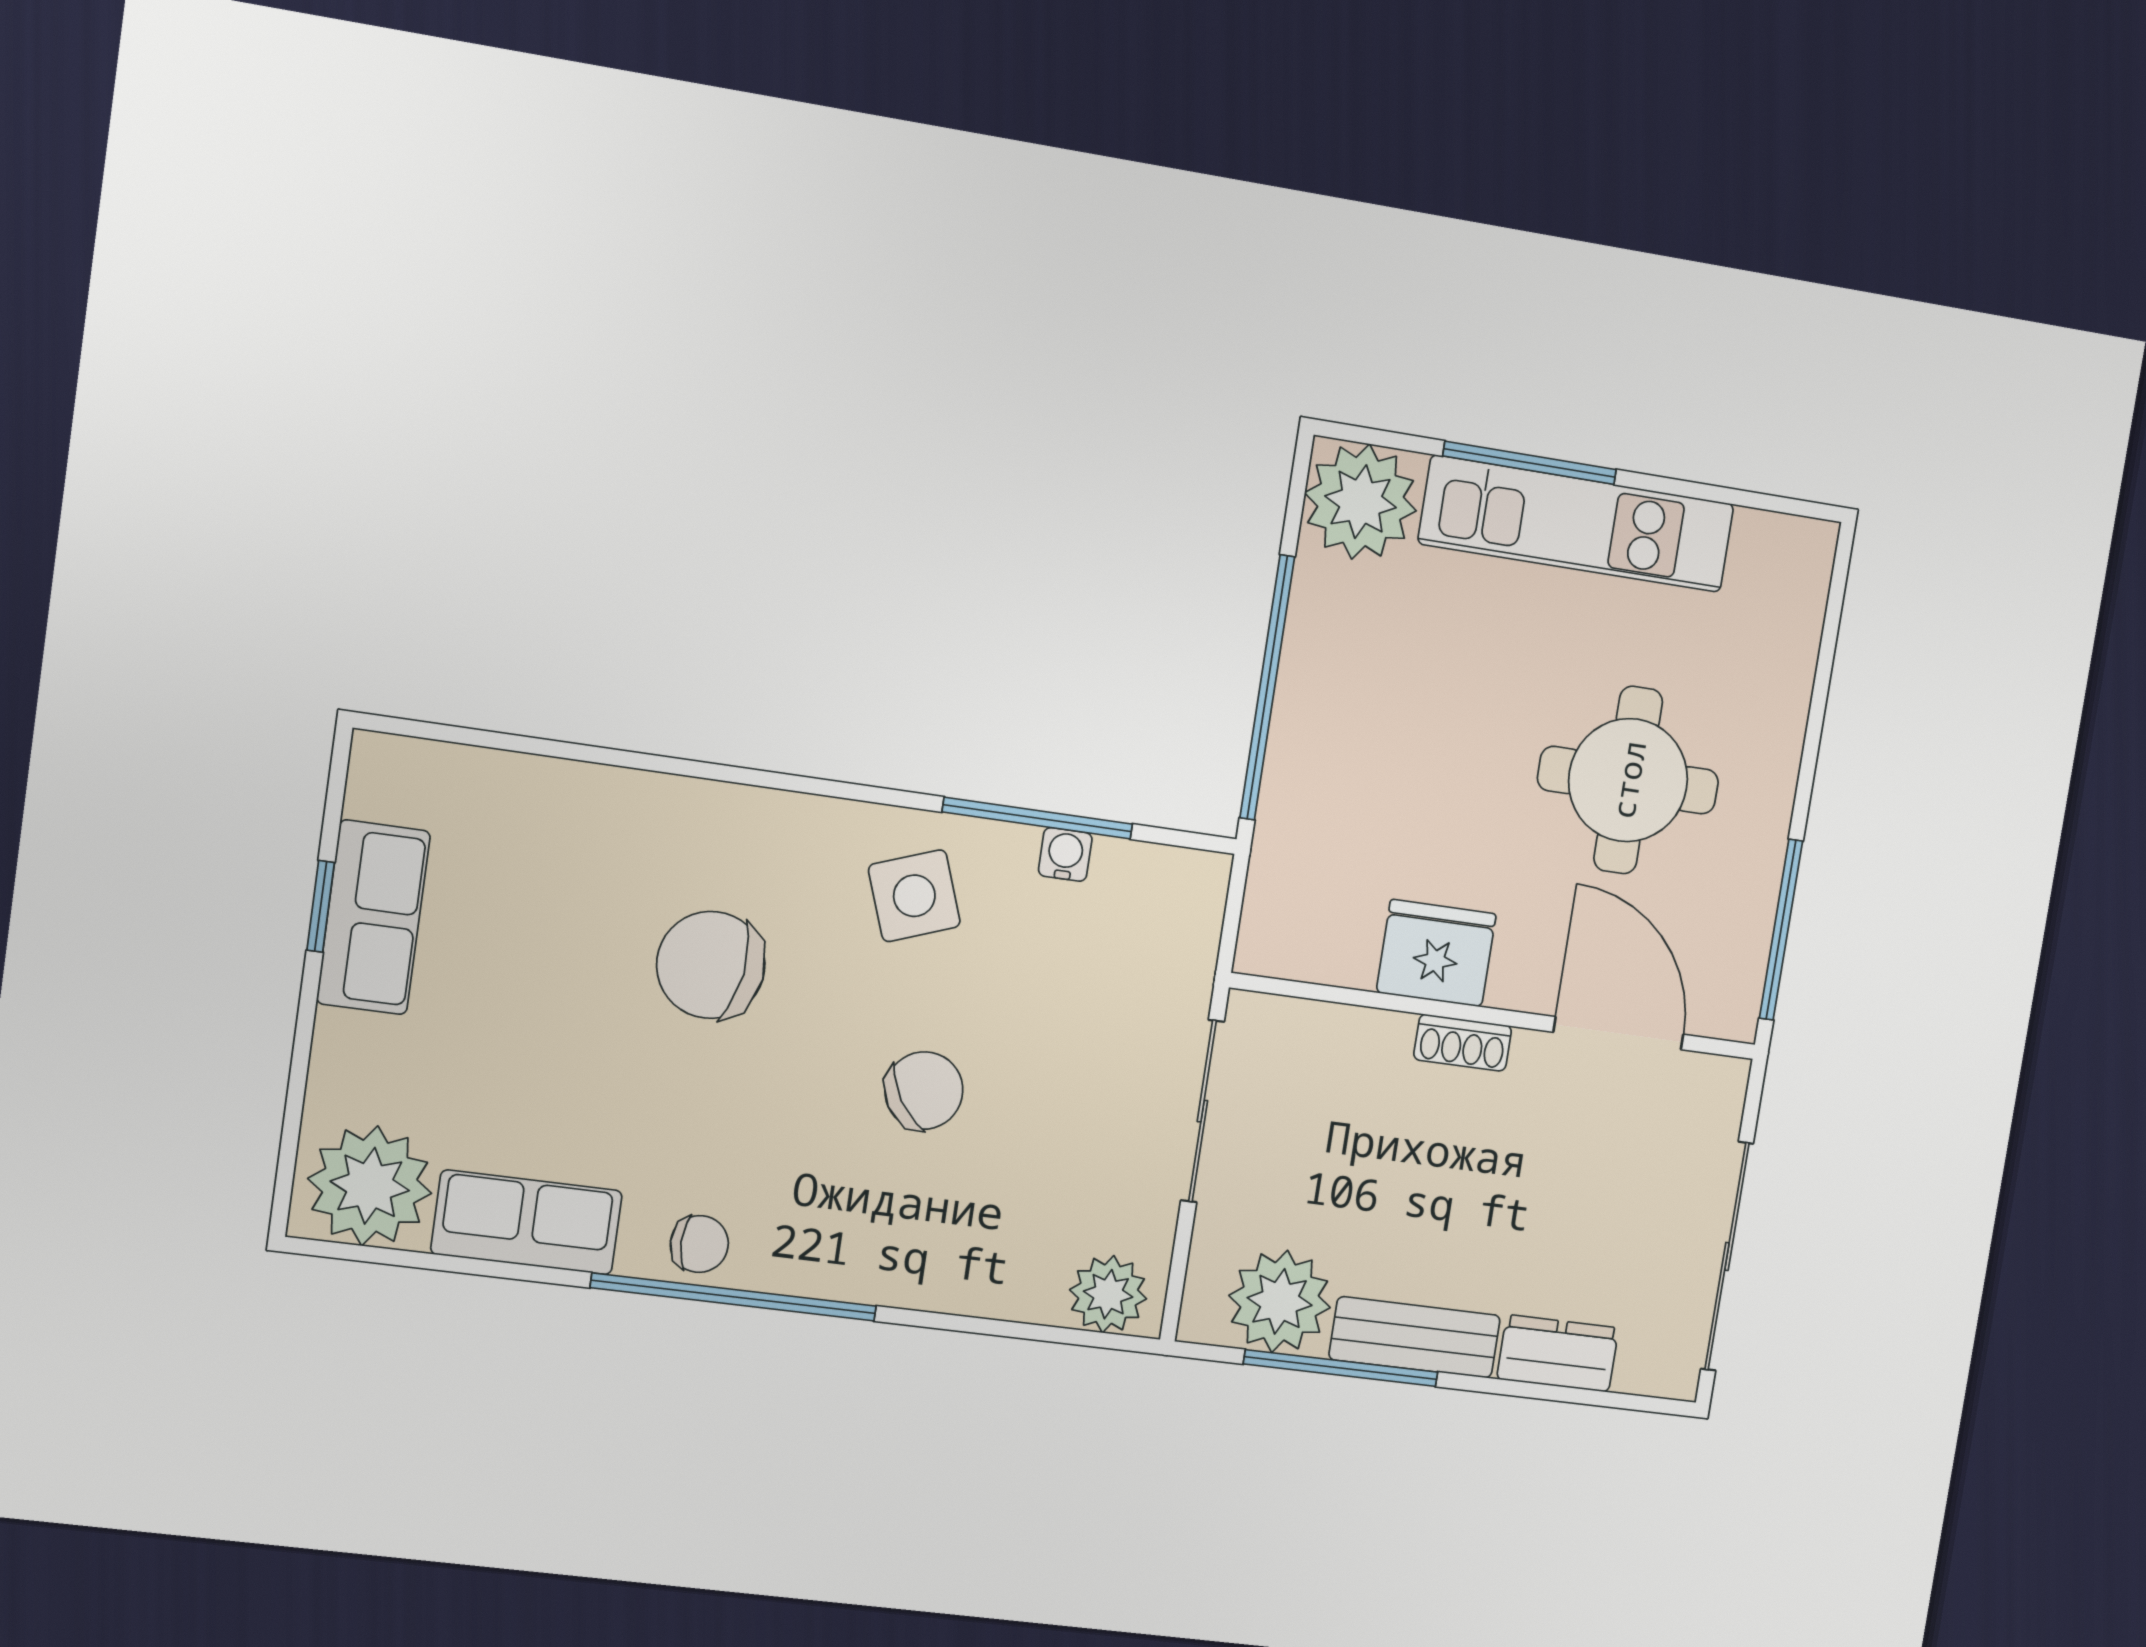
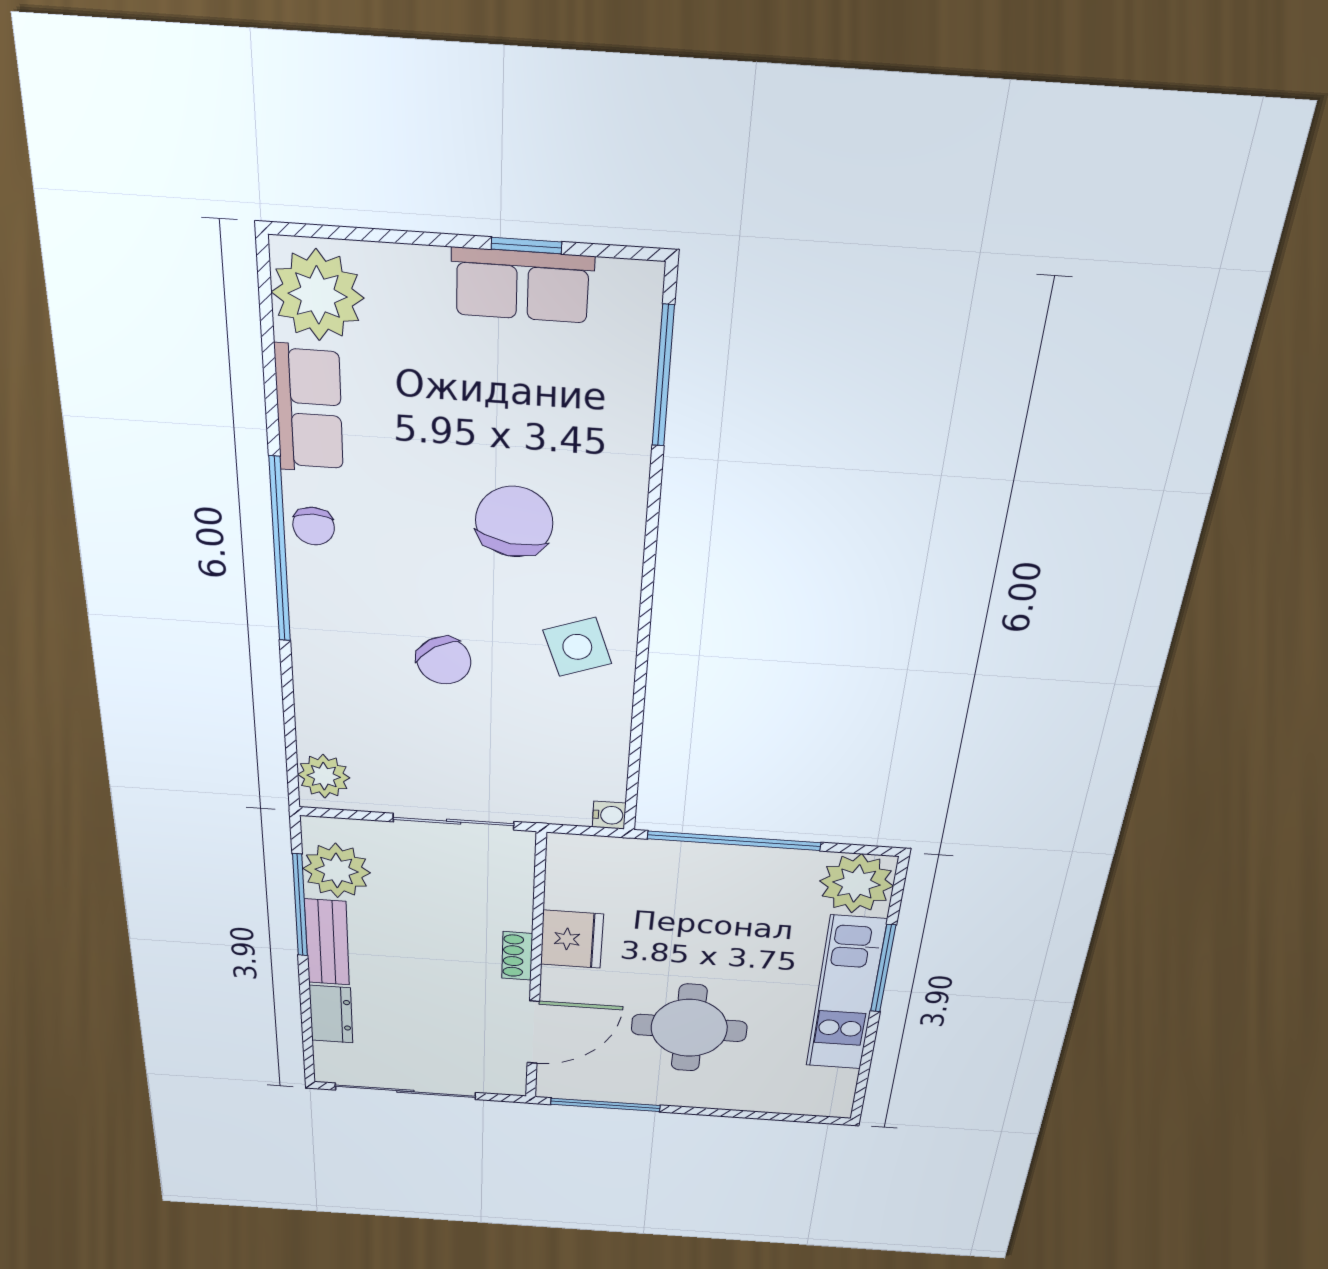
window: (1038, 818) -> (663, 376), moved
water cooler: (1065, 854) -> (609, 815), moved

